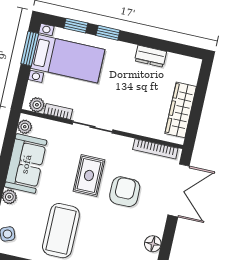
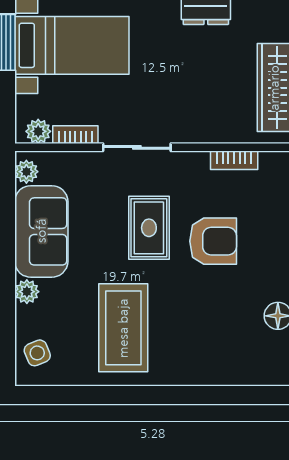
bookcase: (155, 149) -> (234, 160), width x0.64
armchair: (125, 192) -> (213, 241), turned 90

